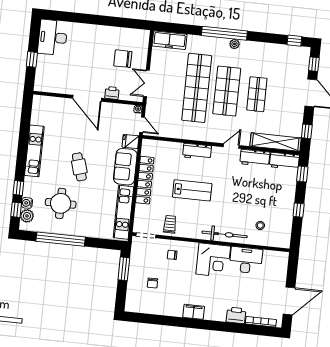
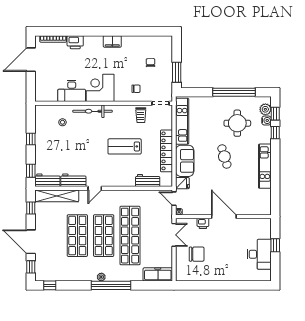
desk: (53, 37) -> (259, 254), moved
shop shelf: (257, 94) -> (77, 236), width x1.43, depth x1.36
workbench: (197, 151) -> (148, 181), moved

